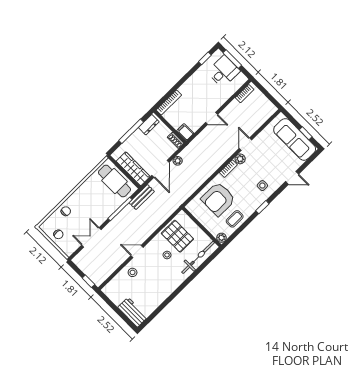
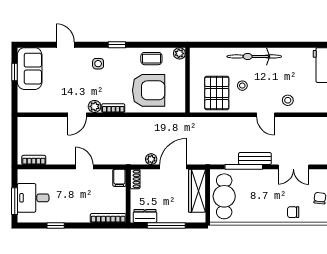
window: (205, 58) -> (56, 225), moved
sofa: (295, 139) -> (30, 69), width x0.73
bench: (142, 197) -> (255, 159), moved
bicycle: (198, 257) -> (254, 56), moved

